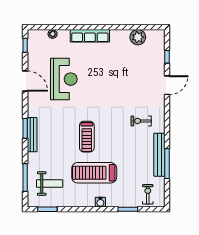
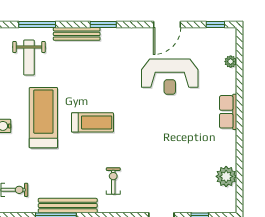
row of seats: (90, 36) -> (228, 112), width x0.68
bench: (32, 135) -> (77, 34), moved
treadmill: (87, 137) -> (92, 122), moved, turned 180

